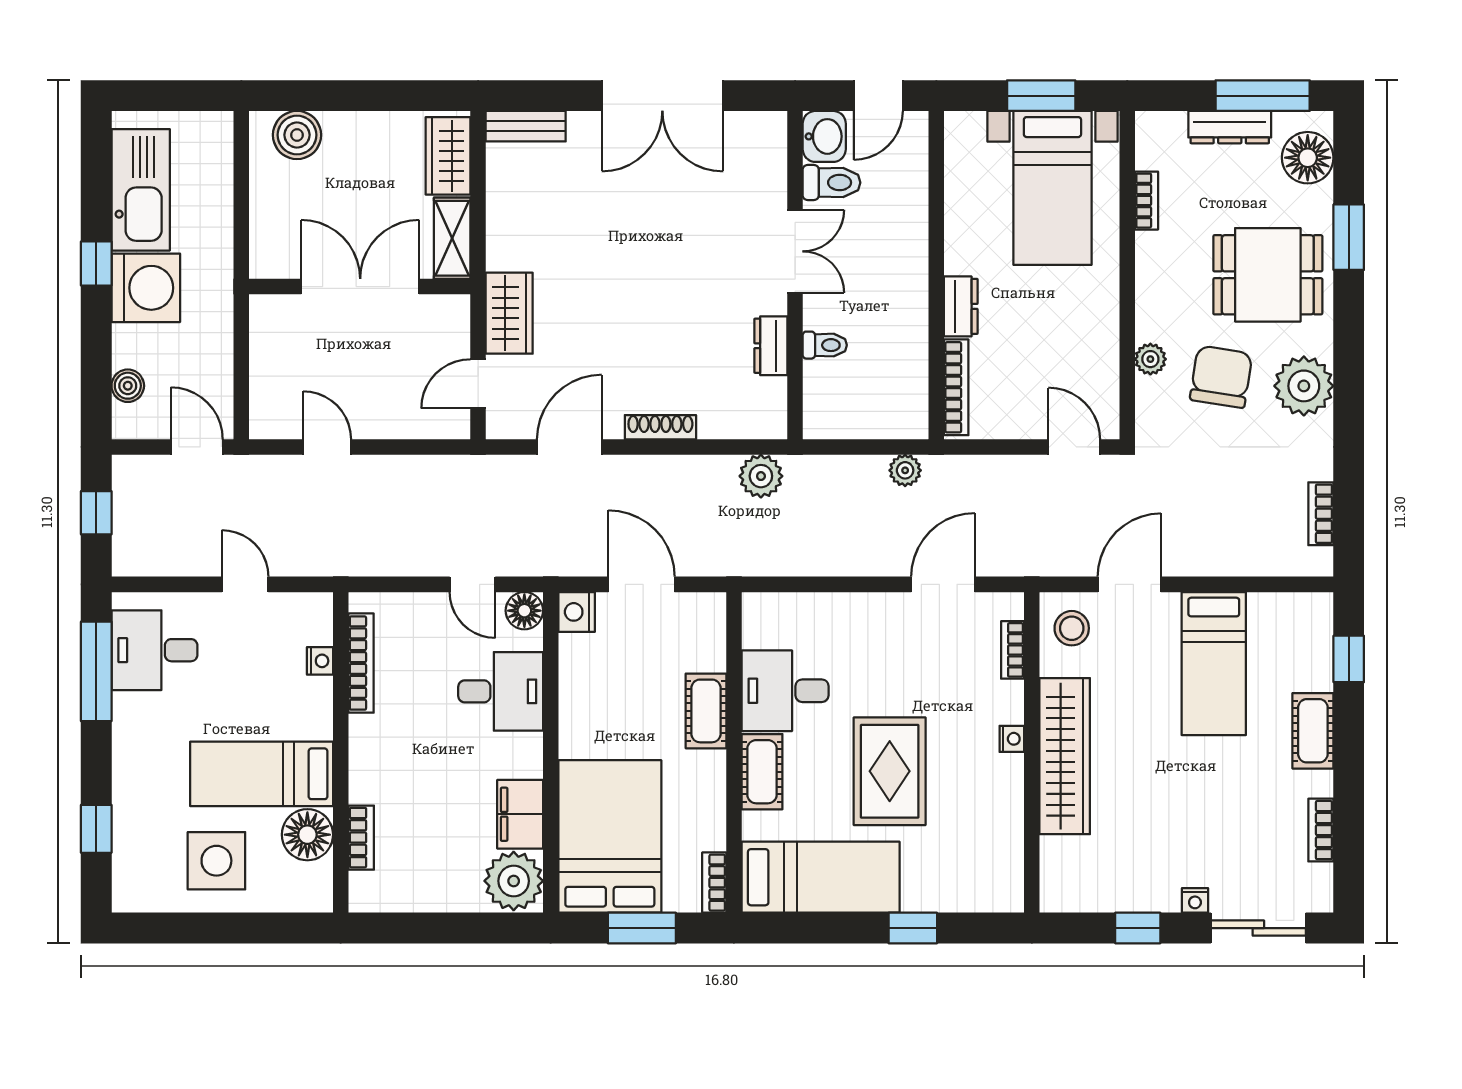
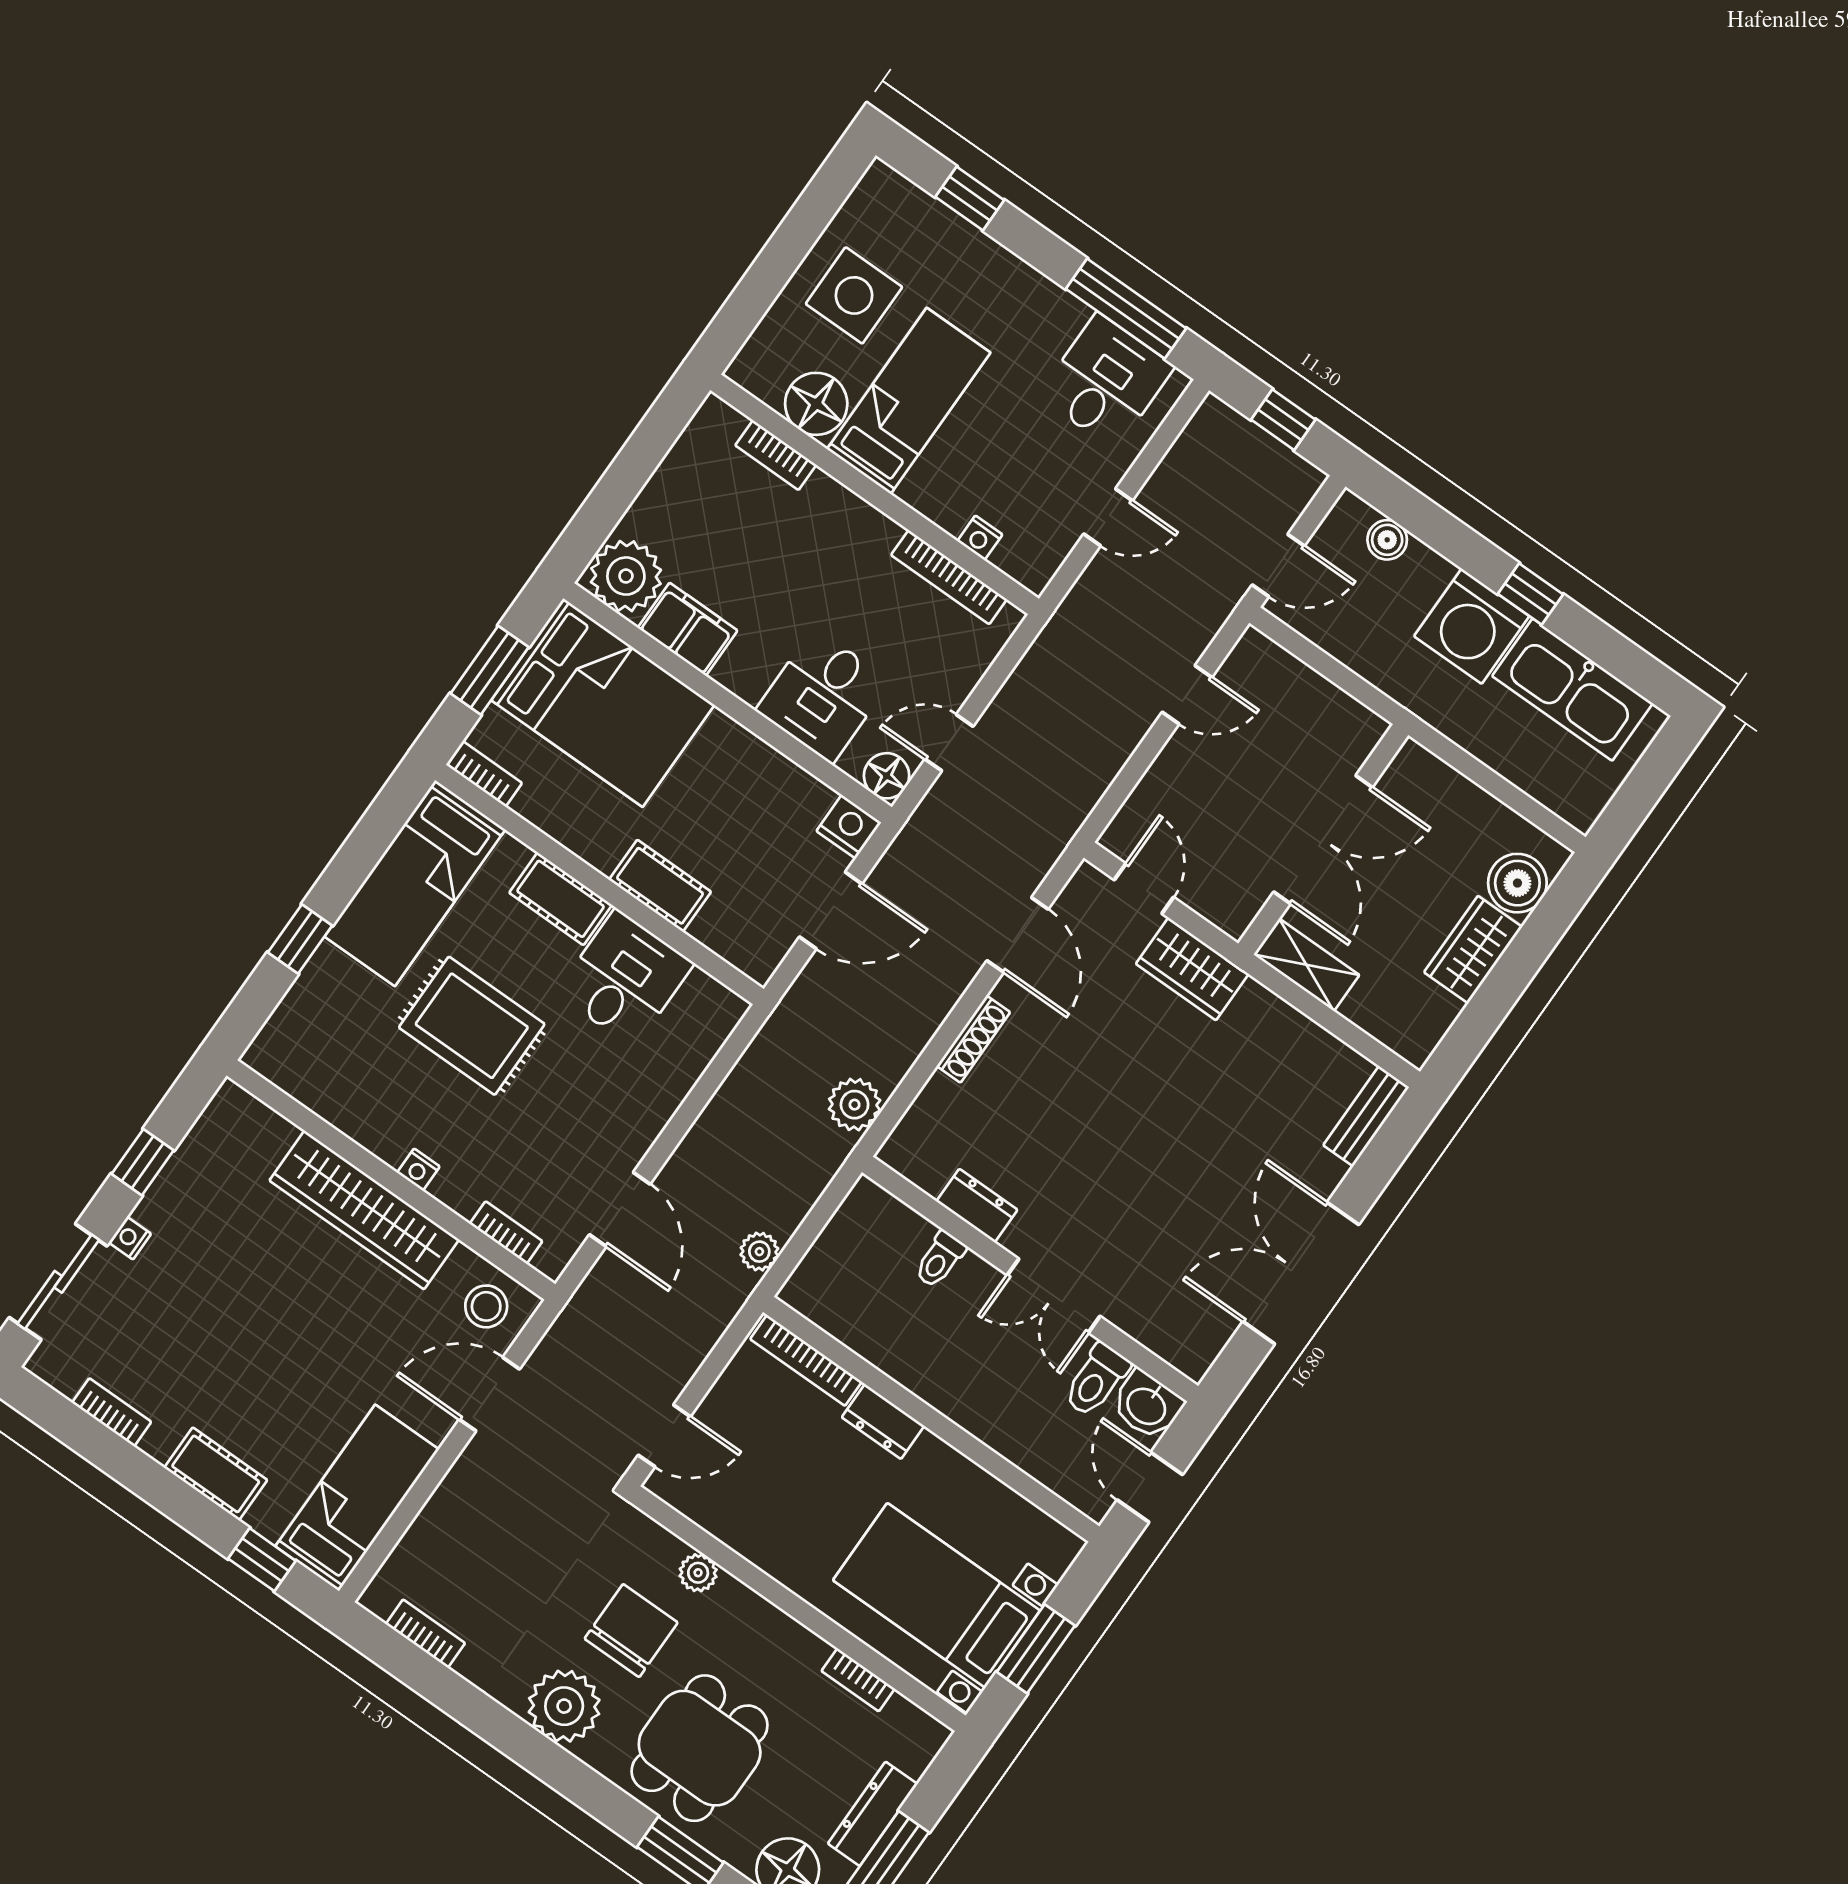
wardrobe: (448, 156) -> (1473, 950), moved, turned -90
chair: (1221, 377) -> (631, 1631), turned -99
door: (1129, 584) -> (489, 1394), swing flipped
bed: (1214, 664) -> (357, 1498), moved, turned 90

